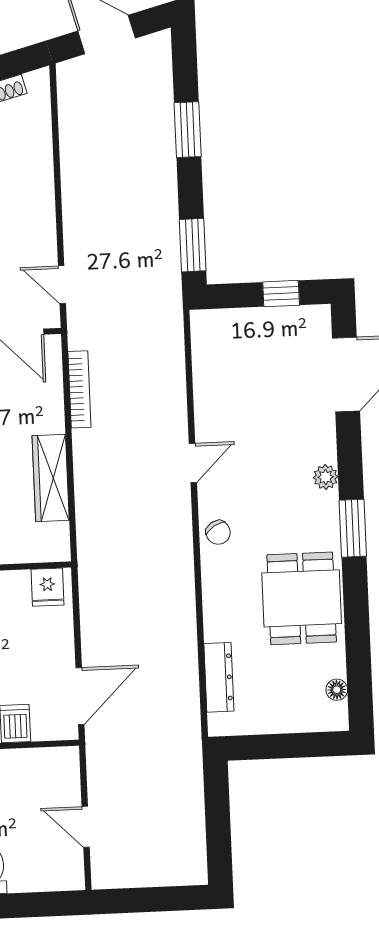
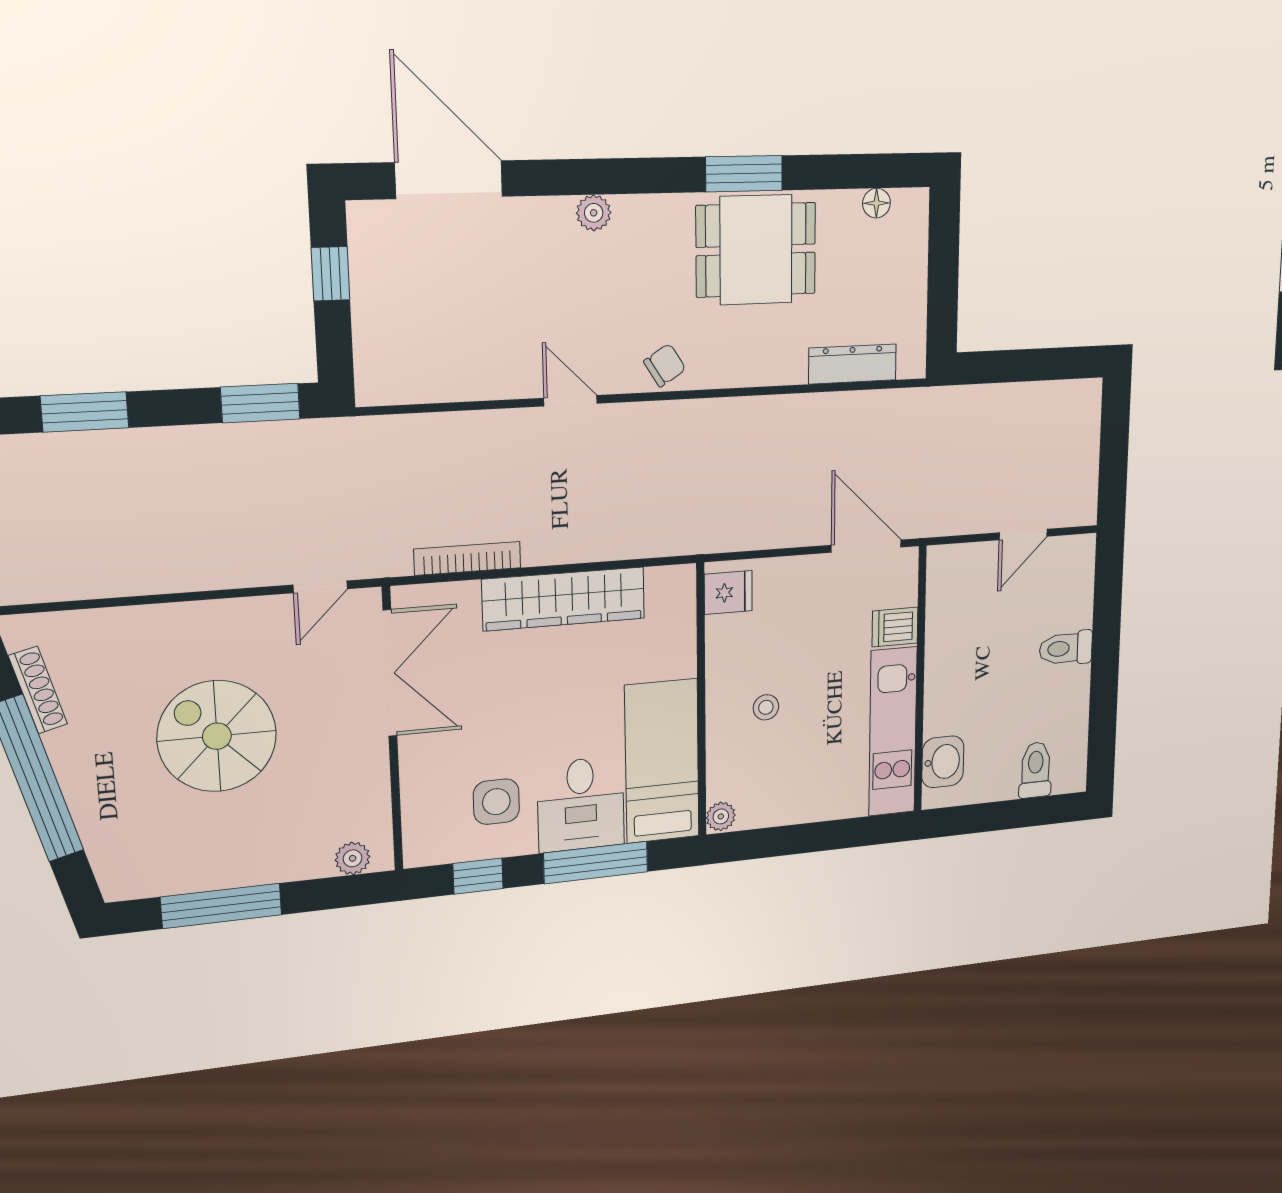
wardrobe: (51, 478) -> (564, 599), width x1.40, depth x1.17
window: (353, 528) -> (744, 174), moved

